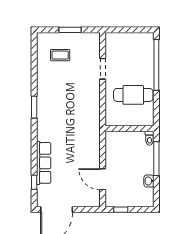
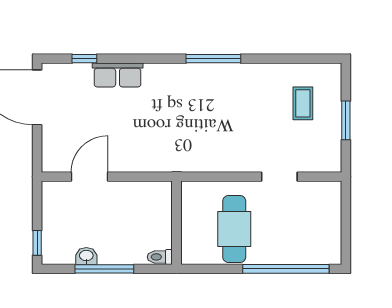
window: (34, 107) -> (213, 59), width x1.44
window: (156, 159) -> (104, 269), moved
row of seats: (44, 163) -> (118, 75), width x0.68
window: (121, 210) -> (37, 243), moved

